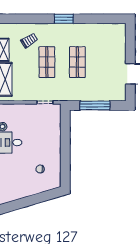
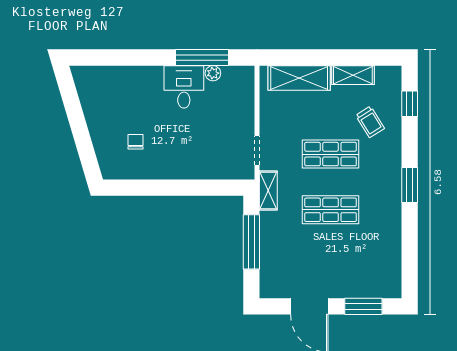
window: (19, 19) -> (410, 104), added
window: (130, 44) -> (363, 306), added
shelving: (67, 96) -> (268, 190), added

